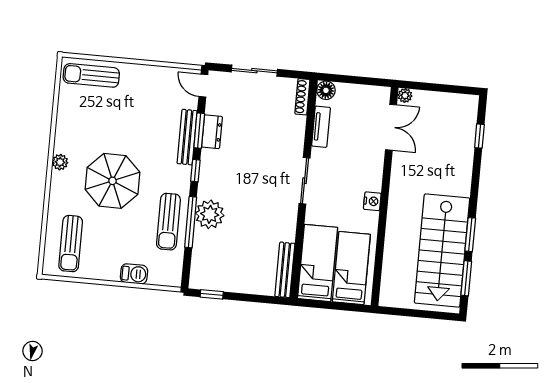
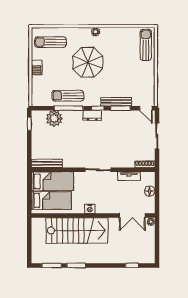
door: (203, 86) -> (146, 108), swing flipped
floor lamp: (326, 90) -> (150, 191), moved
dresser: (212, 132) -> (92, 115), moved
plant: (210, 214) -> (54, 118), moved
stairs: (442, 251) -> (77, 231), moved, turned 180
barbecue: (134, 274) -> (37, 68), moved

